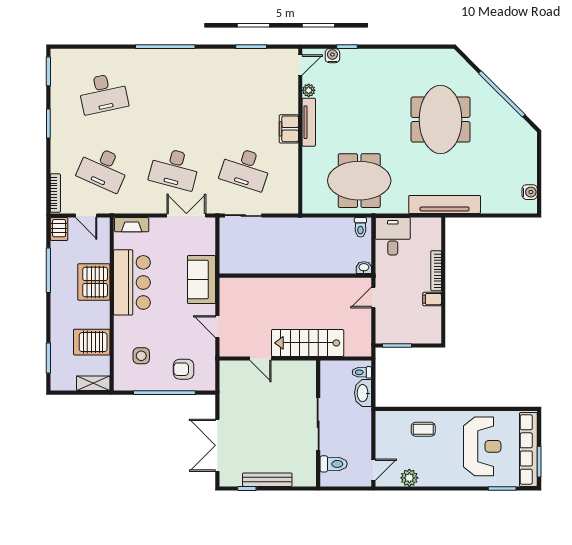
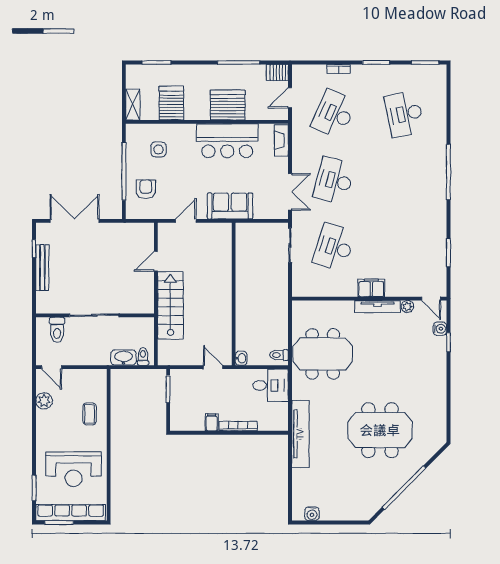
meeting table: (359, 181) -> (323, 354), turned 90
bookcase: (55, 193) -> (339, 69), moved, width x0.64

